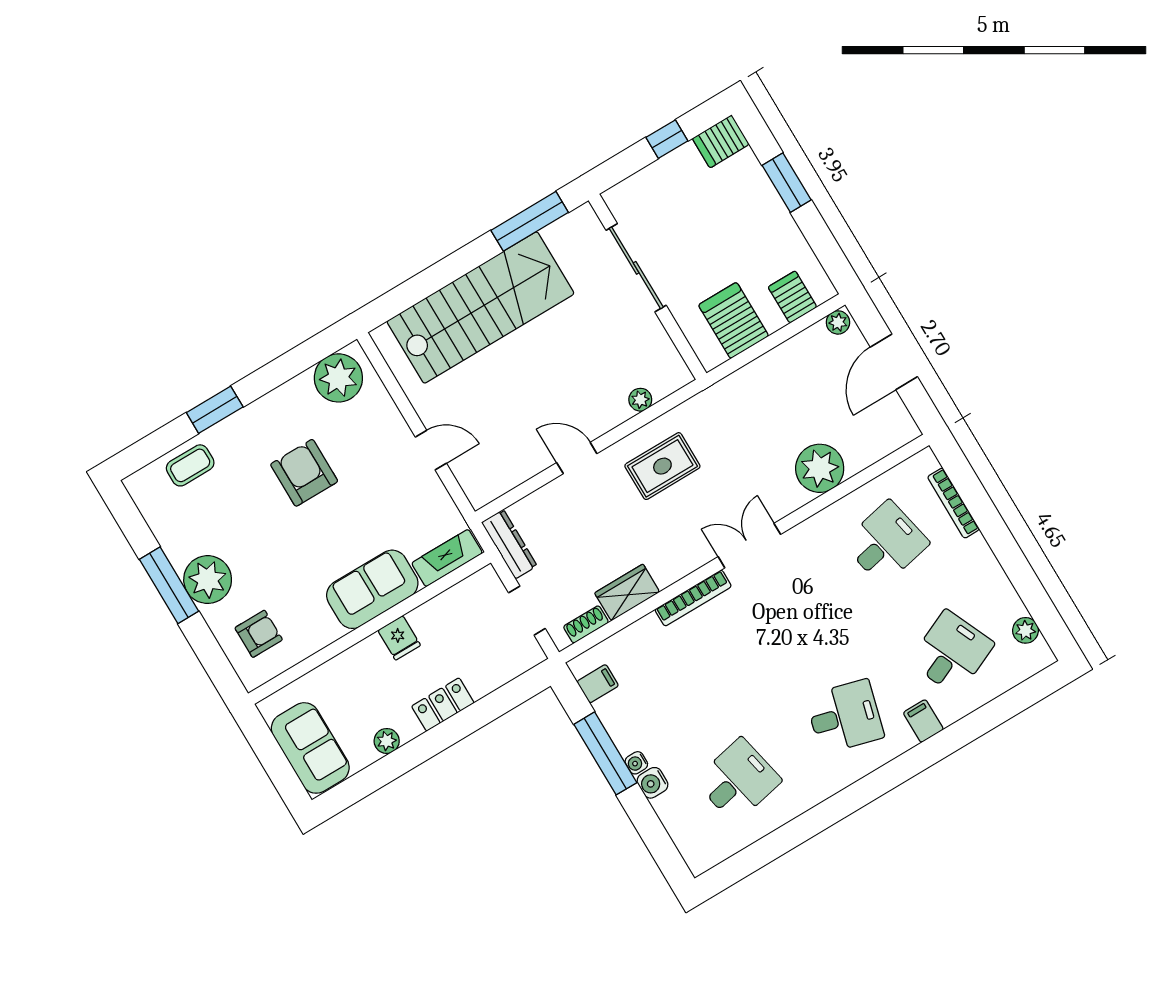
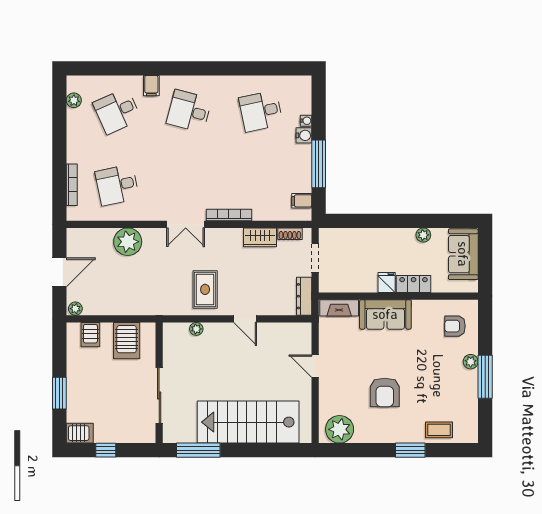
rug: (662, 466) -> (205, 289), turned 90
plant: (208, 580) -> (471, 362), width x0.53, depth x0.53
locker: (443, 705) -> (414, 284), moved, turned 180
water cooler: (636, 763) -> (306, 121), moved

